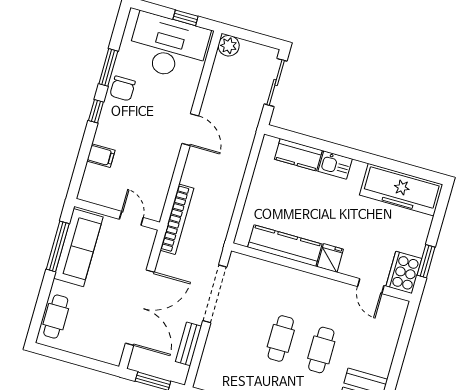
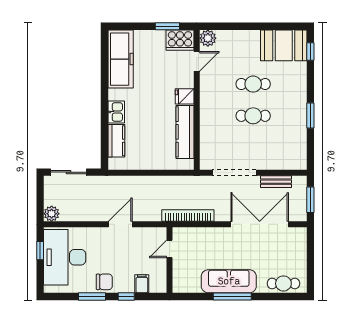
filing cabinet: (101, 156) -> (142, 284), moved
wall: (117, 214) -> (170, 260), moved
door: (131, 218) -> (170, 249), moved
plant: (396, 309) -> (208, 38), added

